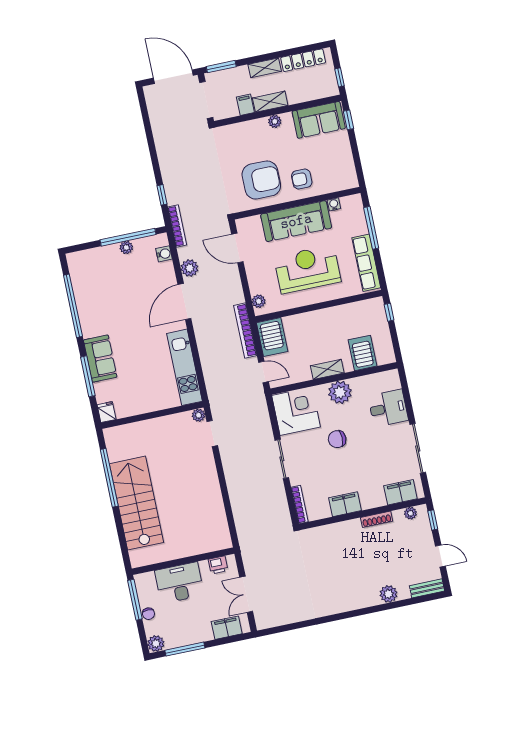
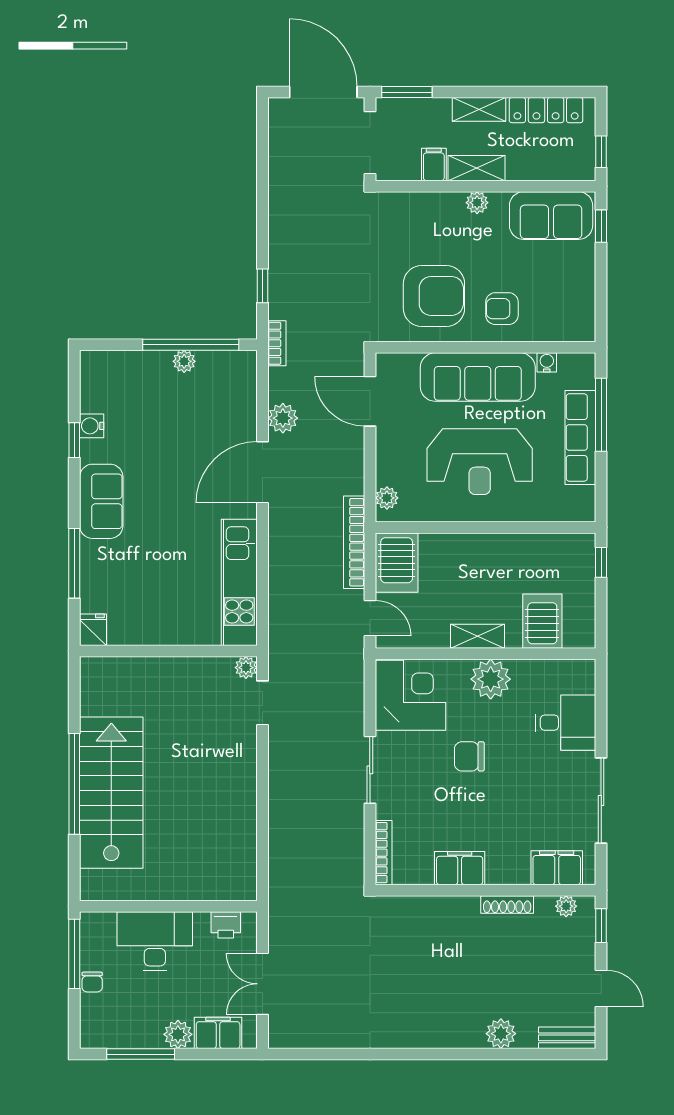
bookcase: (177, 226) -> (277, 343), width x0.64
water cooler: (164, 254) -> (92, 426), moved, turned 180
row of seats: (366, 263) -> (580, 438), moved
reception desk: (307, 269) -> (480, 462), turned 180
window: (73, 306) -> (74, 440), width x0.32
sofa: (100, 359) -> (101, 501), moved
window: (109, 478) -> (74, 784), moved
plant: (156, 643) -> (178, 1034), moved

